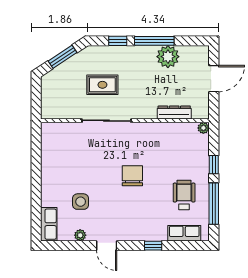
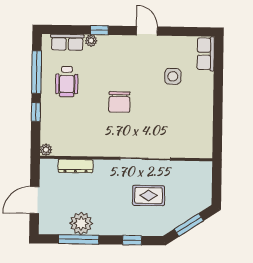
window: (154, 41) -> (79, 239), moved
plant: (80, 235) -> (91, 41), moved

